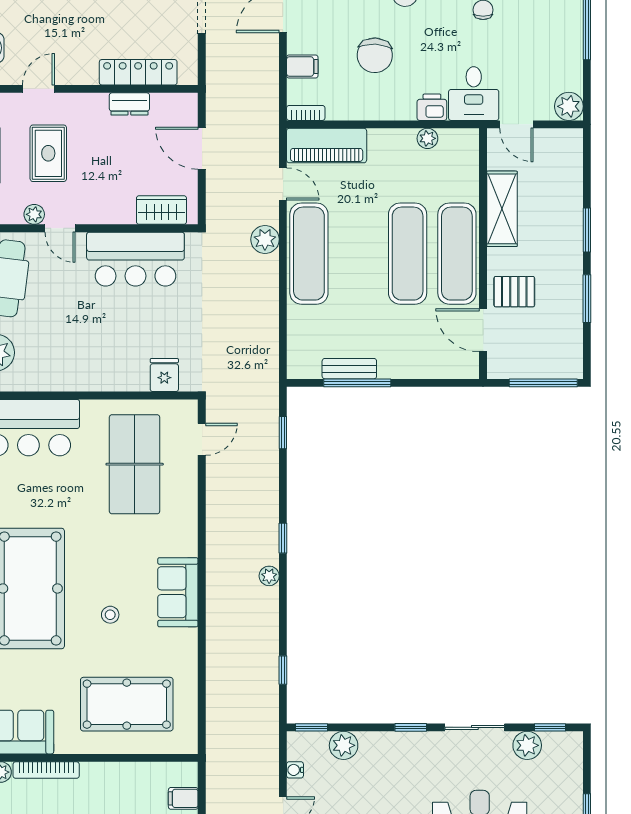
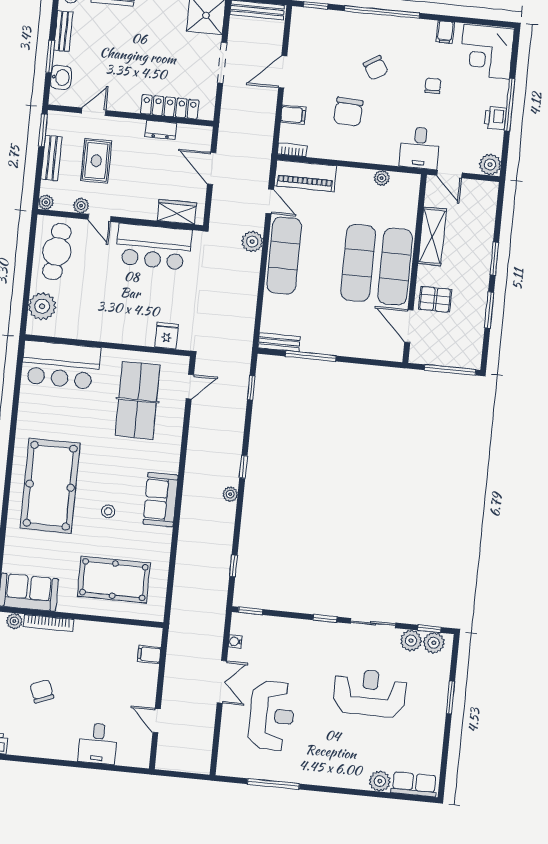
printer: (432, 107) -> (495, 118), moved, turned -90
bench: (349, 369) -> (279, 342), moved
plant: (344, 745) -> (434, 643), moved

